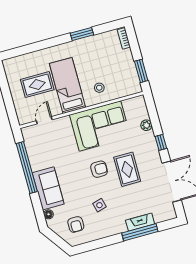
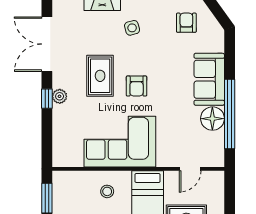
plant: (146, 125) -> (60, 96), moved
armchair: (99, 169) -> (137, 86), turned -90
side table: (99, 205) -> (132, 28), moved
floor lamp: (49, 214) -> (212, 119), moved, width x1.89, depth x1.89

